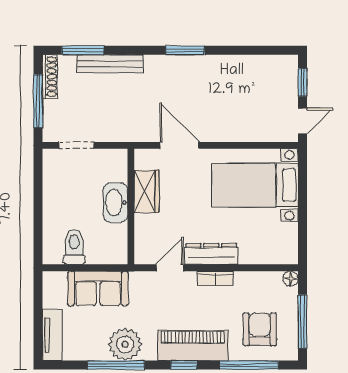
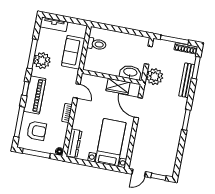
door: (303, 121) -> (139, 173), hinge flipped
plant: (115, 126) -> (155, 77), added
door: (179, 145) -> (138, 108), swing flipped
washbasin: (116, 203) -> (130, 72), moved
dresser: (211, 254) -> (74, 143), moved

